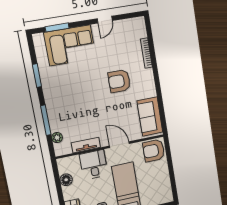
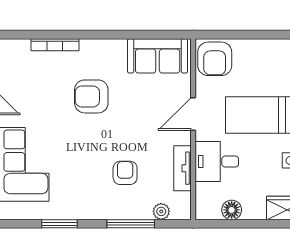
armchair: (119, 81) -> (91, 96), turned 90
armchair: (77, 111) -> (125, 173), added

